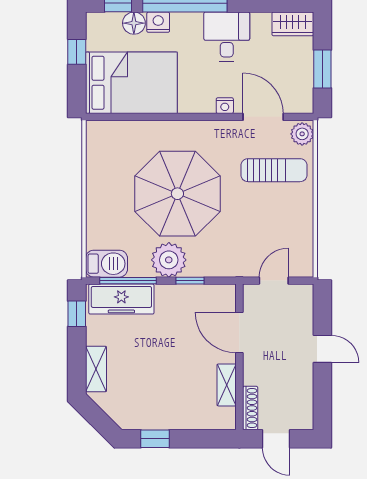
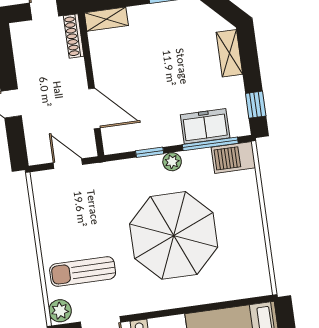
plant: (169, 260) -> (172, 162), width x0.53, depth x0.53
door: (274, 281) -> (68, 164), swing flipped
freezer: (121, 299) -> (205, 126), width x0.71
shelving: (227, 385) -> (106, 19), moved, turned 90

